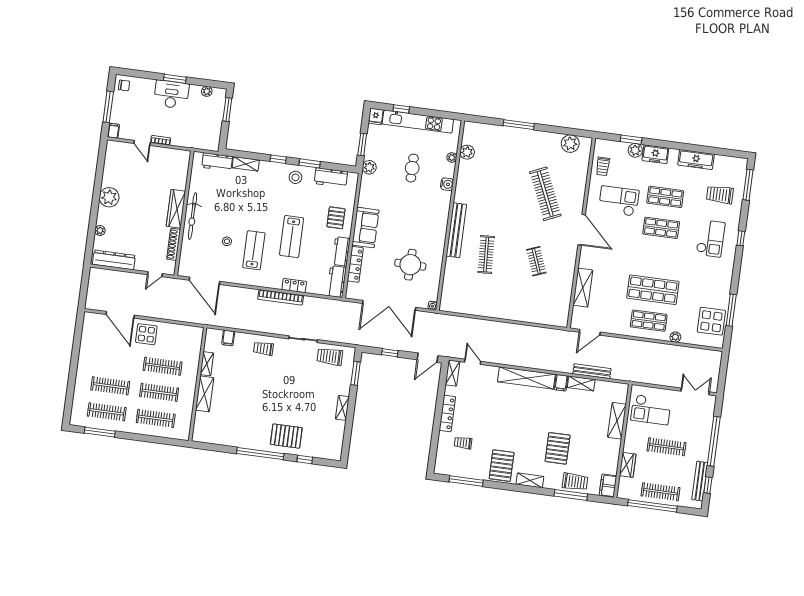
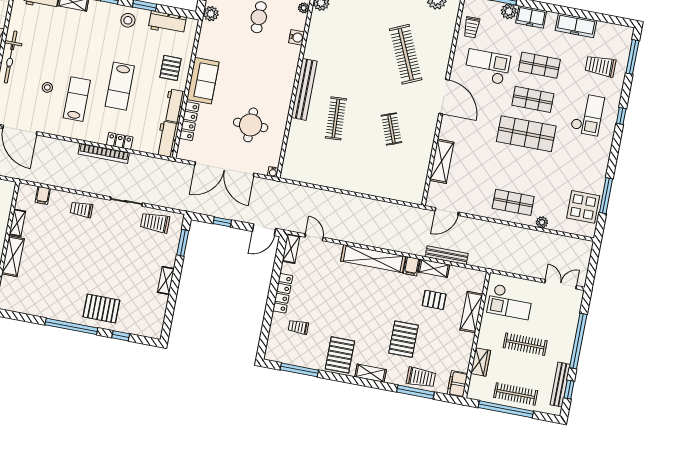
shop shelf: (653, 290) -> (526, 134), moved
pallet: (583, 412) -> (434, 300), added

